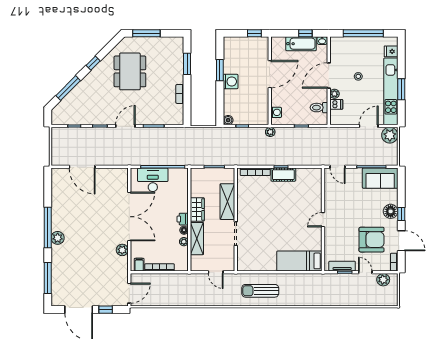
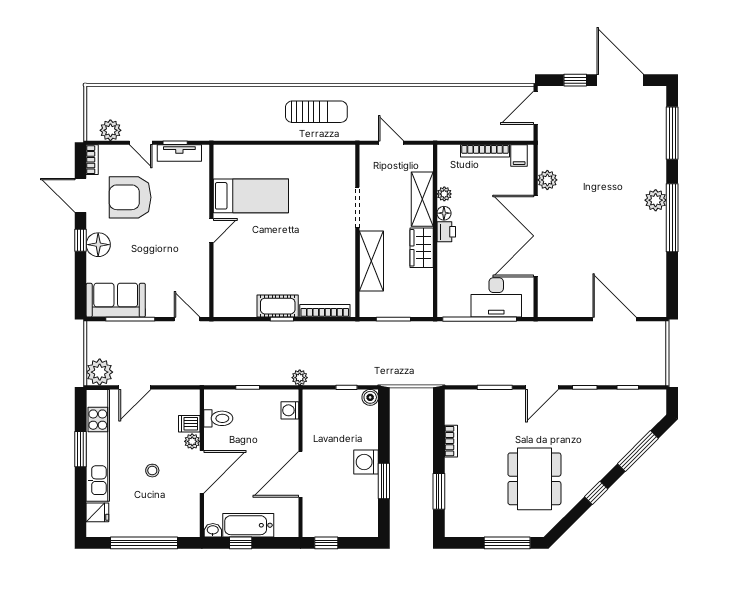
bed: (299, 261) -> (251, 196), moved

